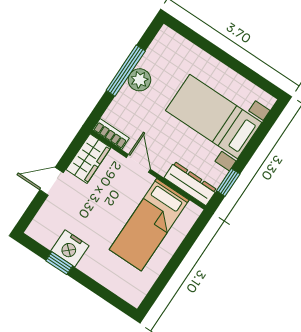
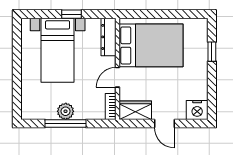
window: (228, 182) -> (71, 14), moved
bed: (149, 225) -> (151, 45), width x1.50
nightstand: (70, 248) -> (197, 110), moved, turned 90
window: (59, 263) -> (212, 52), moved

